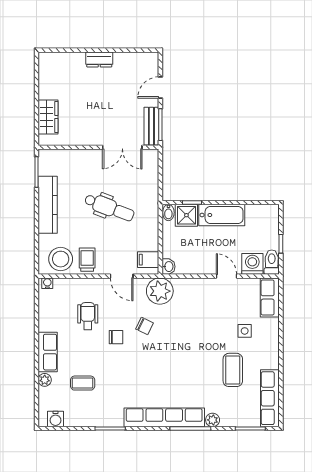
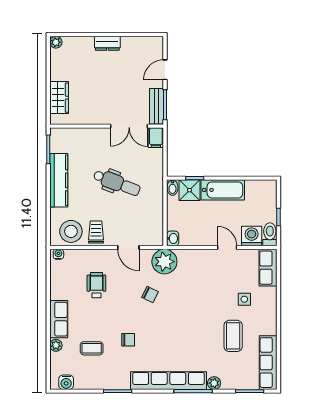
plant: (45, 58) -> (56, 42), added
filing cabinet: (148, 260) -> (156, 138), moved, turned -90
chair: (116, 337) -> (128, 340), moved

